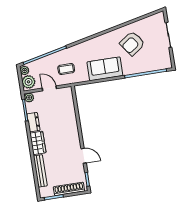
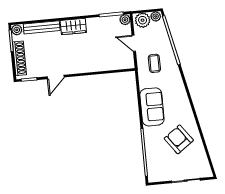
door: (49, 88) -> (134, 43), swing flipped
dresser: (33, 122) -> (97, 23), removed
plant: (44, 193) -> (17, 30), added

